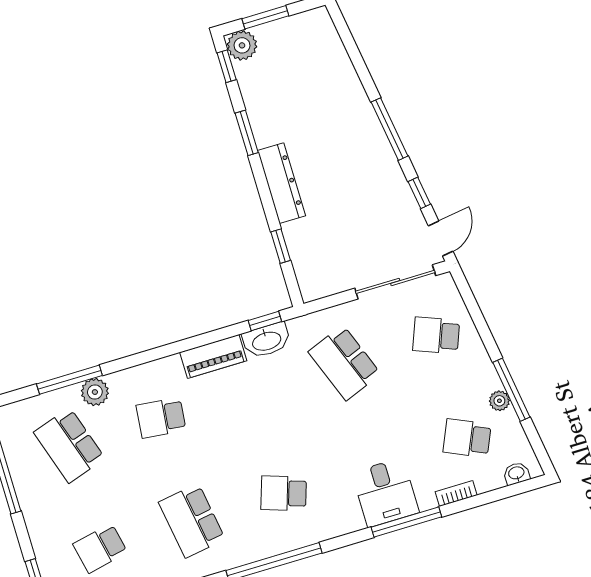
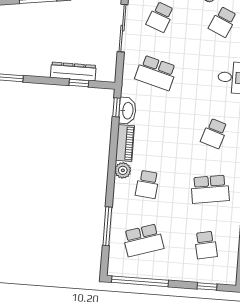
dresser: (281, 183) -> (73, 72), moved
school desk: (344, 363) -> (156, 73), turned 36
plant: (95, 392) -> (123, 170), moved

